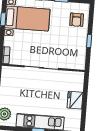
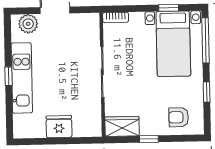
wardrobe: (79, 58) -> (122, 126), added

